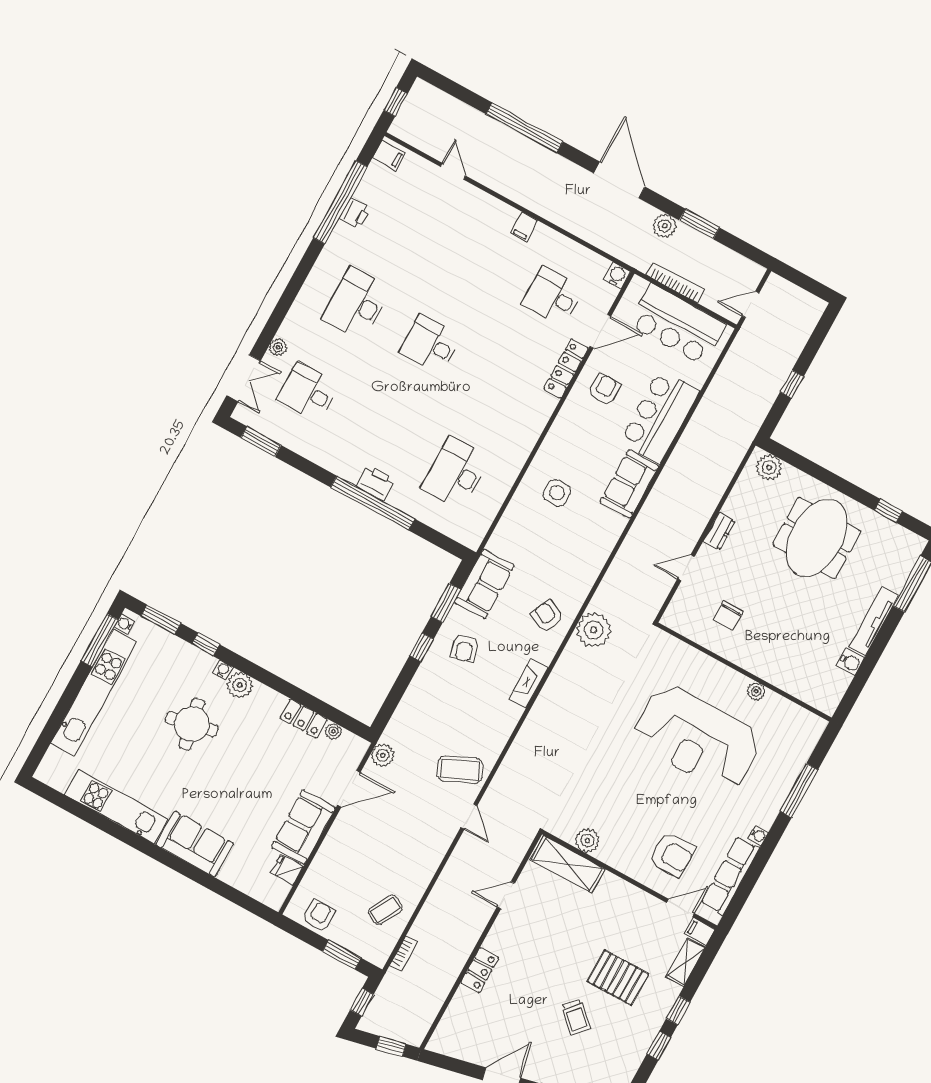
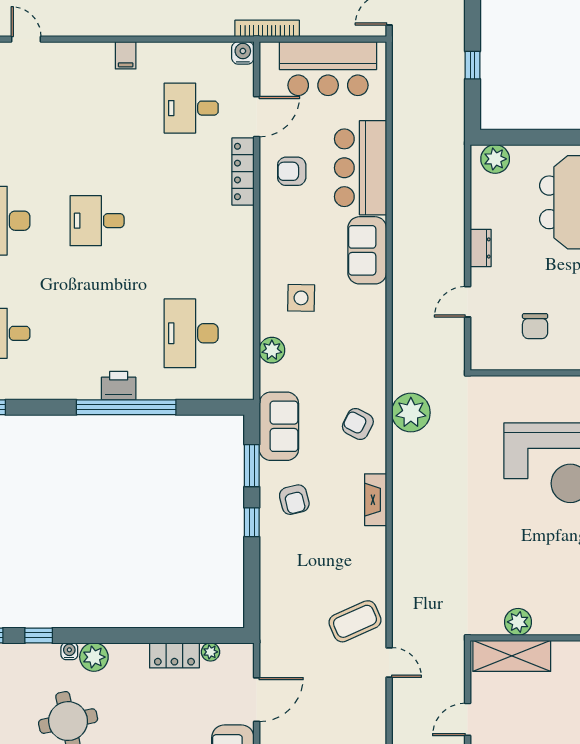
bookcase: (675, 283) -> (267, 28), moved
armchair: (604, 389) -> (292, 171), turned -90
plant: (383, 755) -> (272, 350), moved

